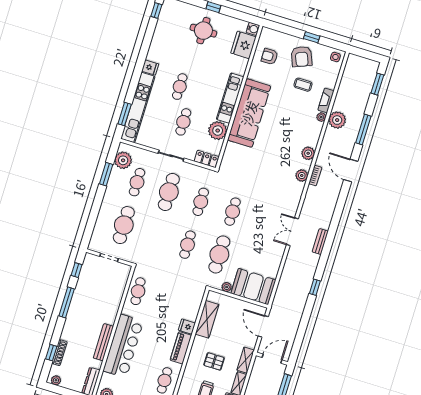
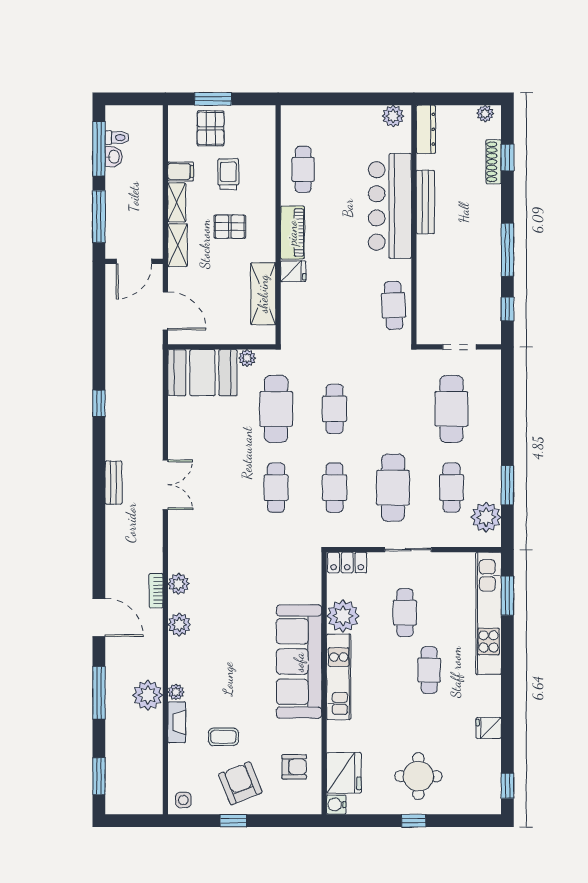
fridge: (150, 67) -> (489, 728), moved

